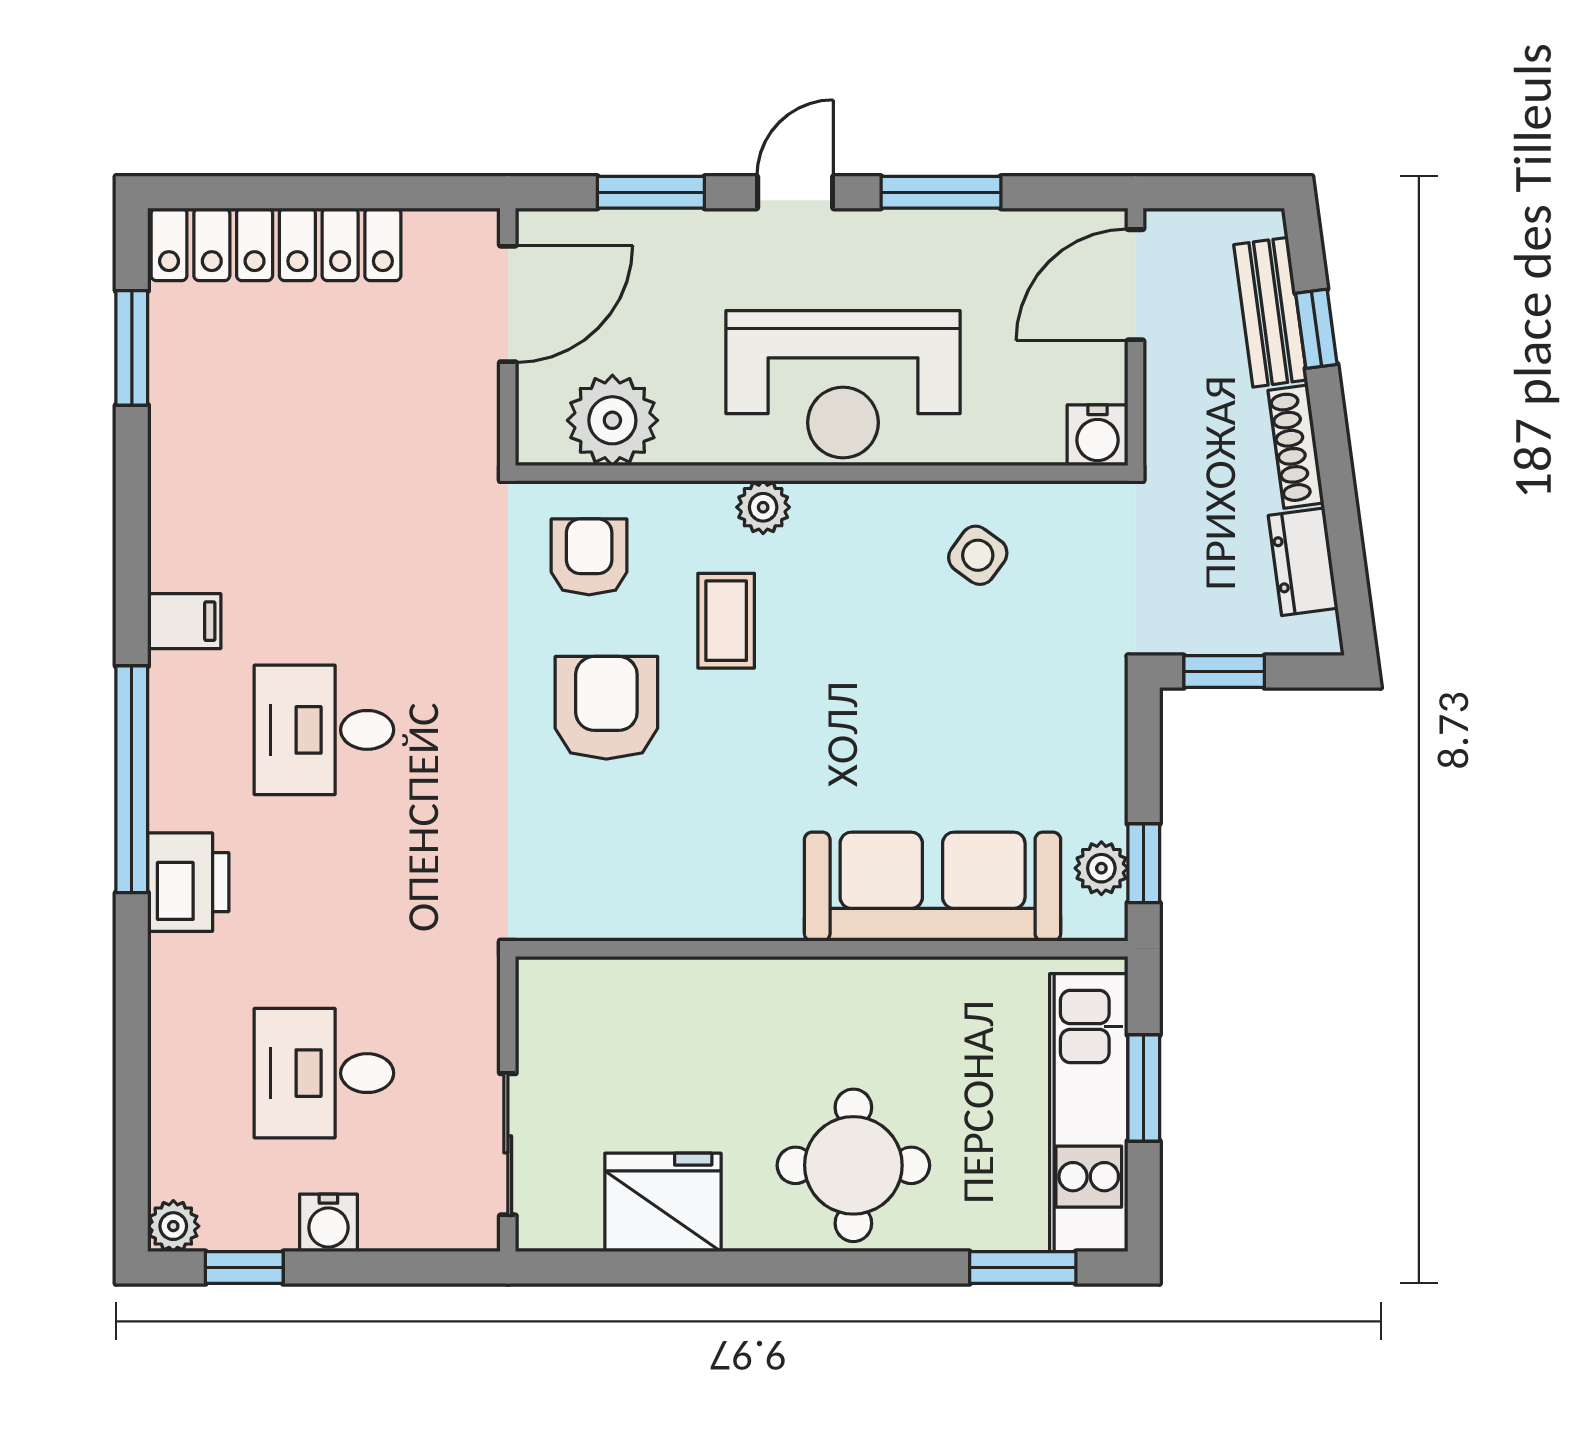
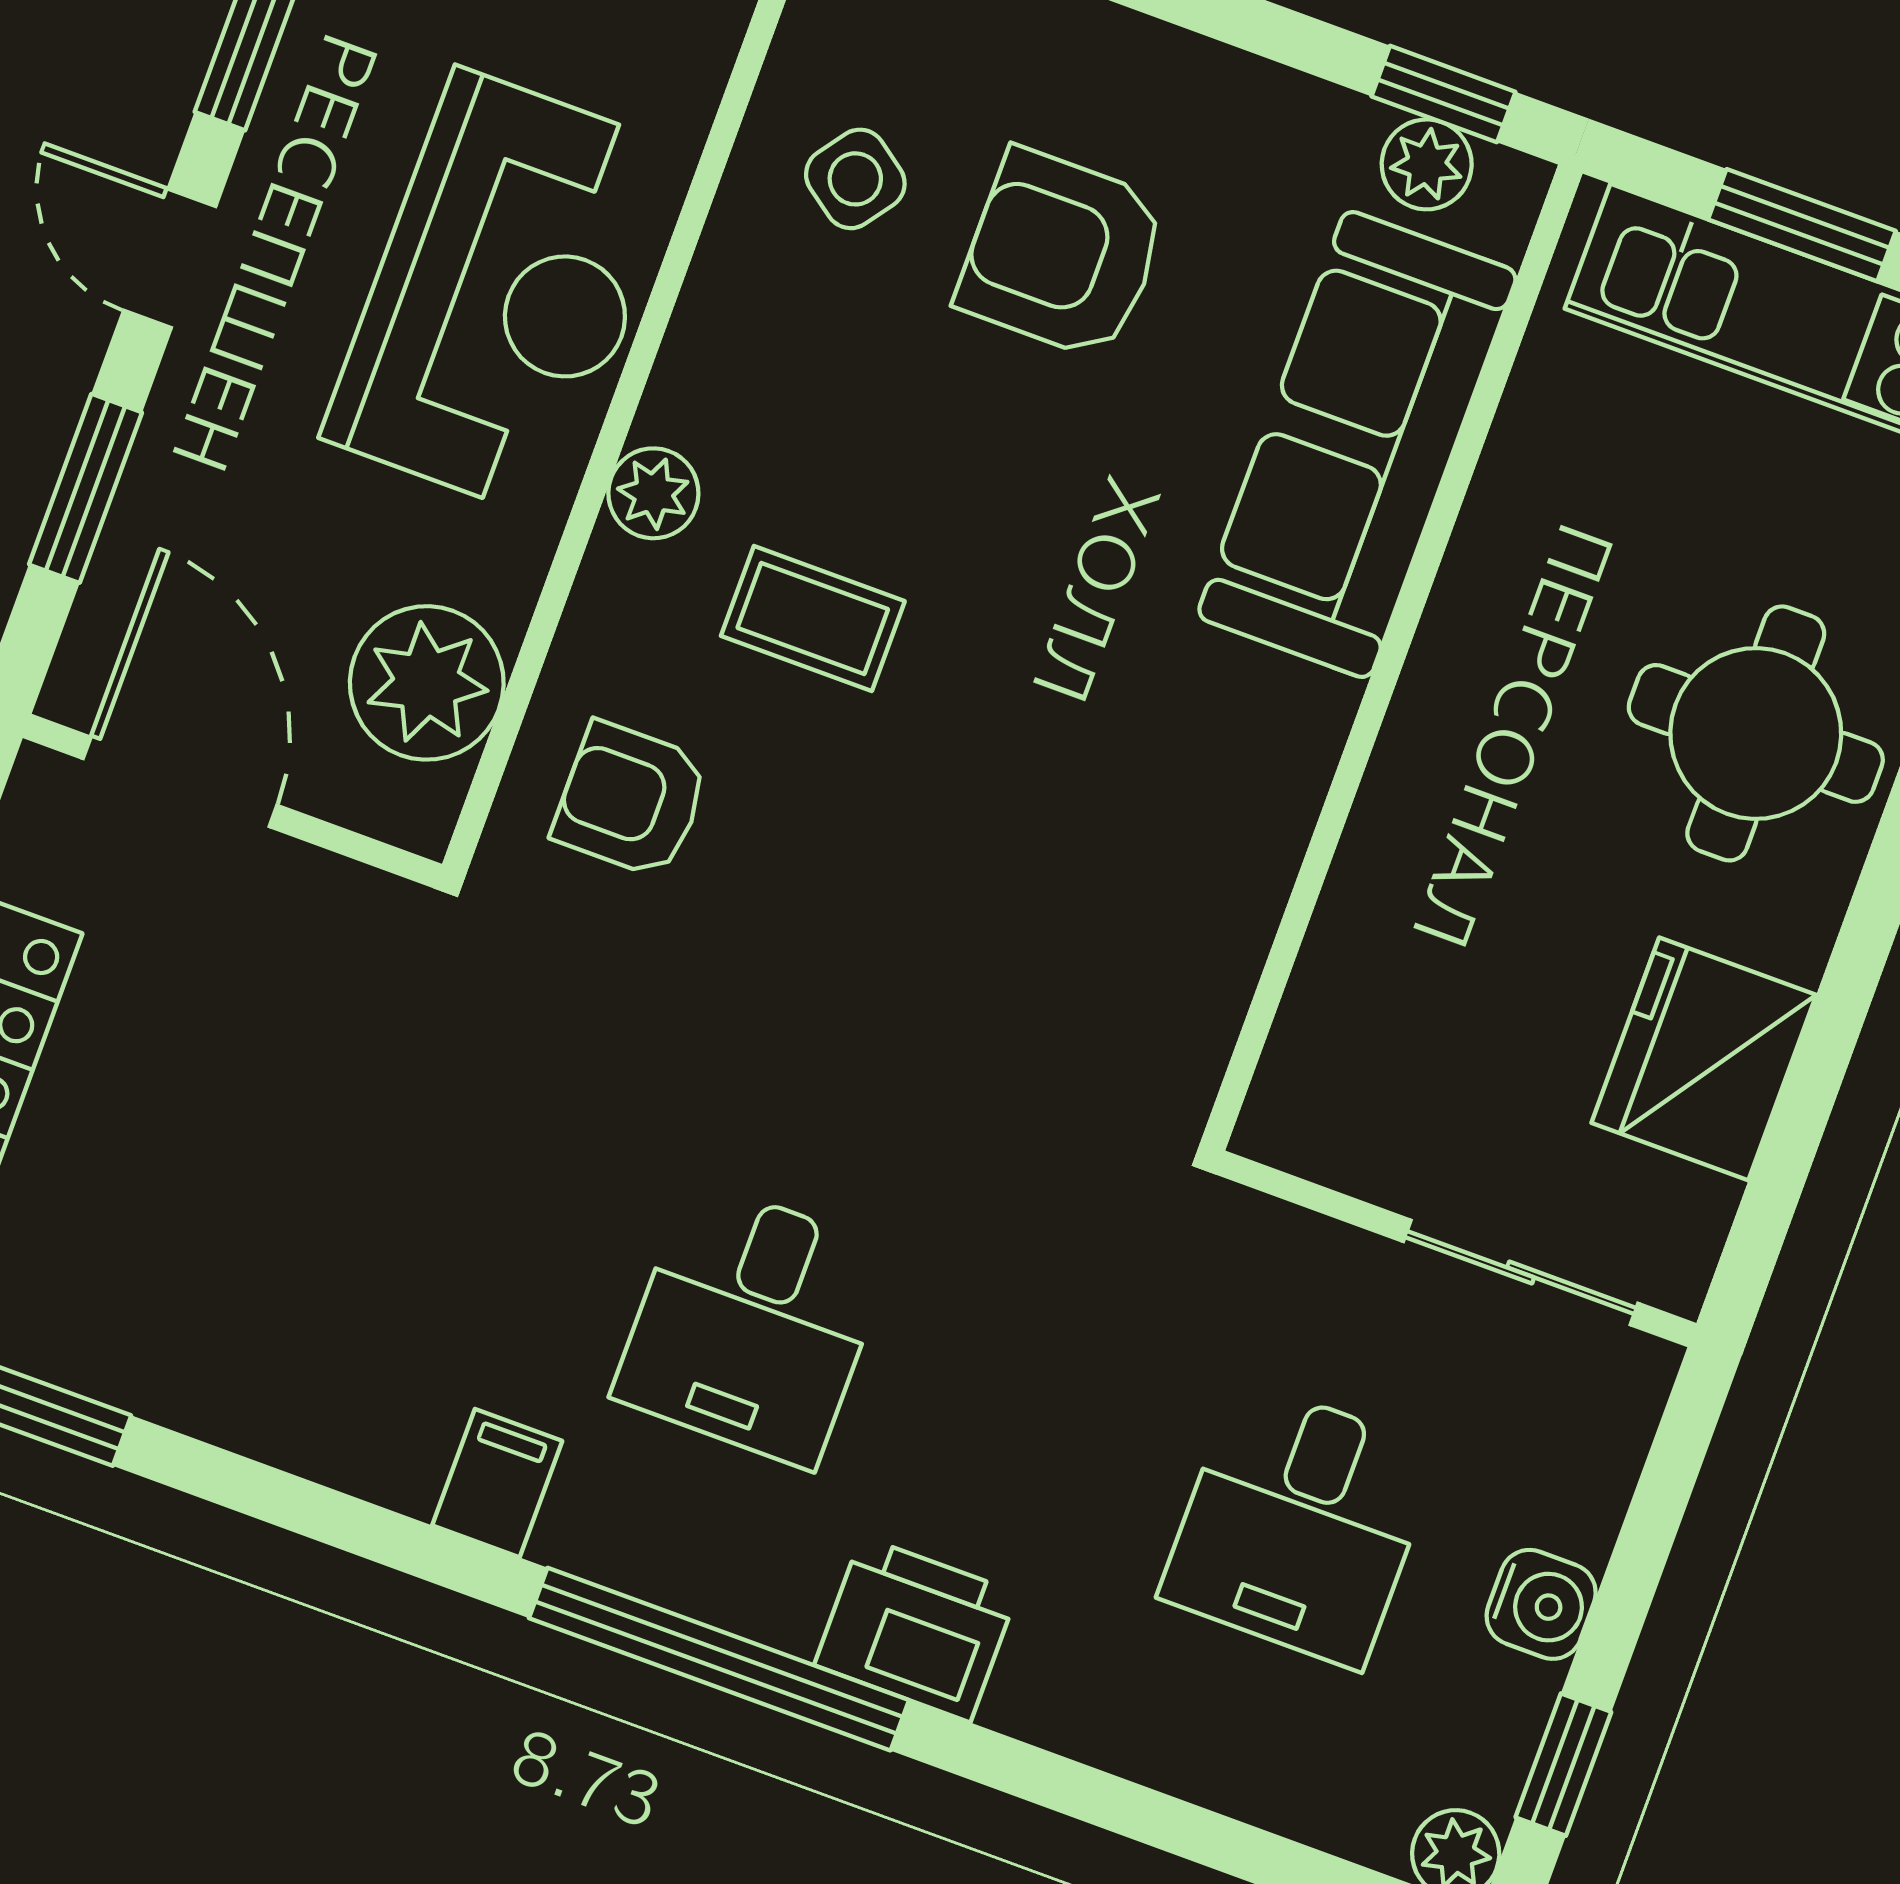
armchair: (606, 708) -> (1062, 254), moved

